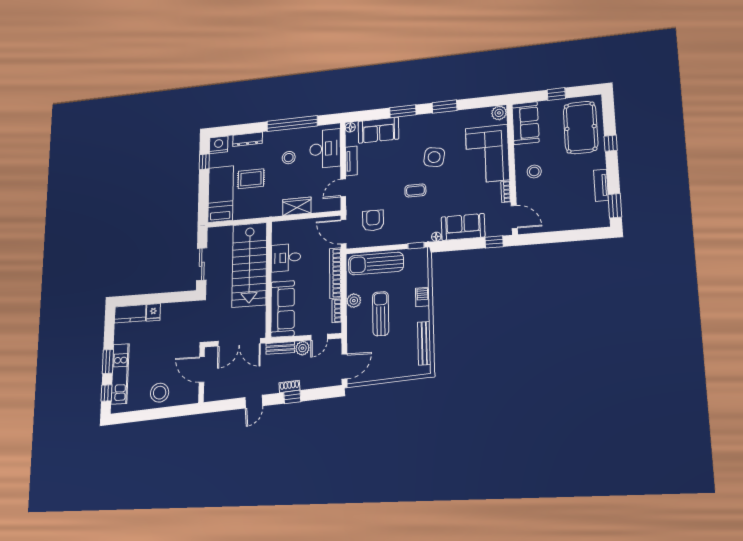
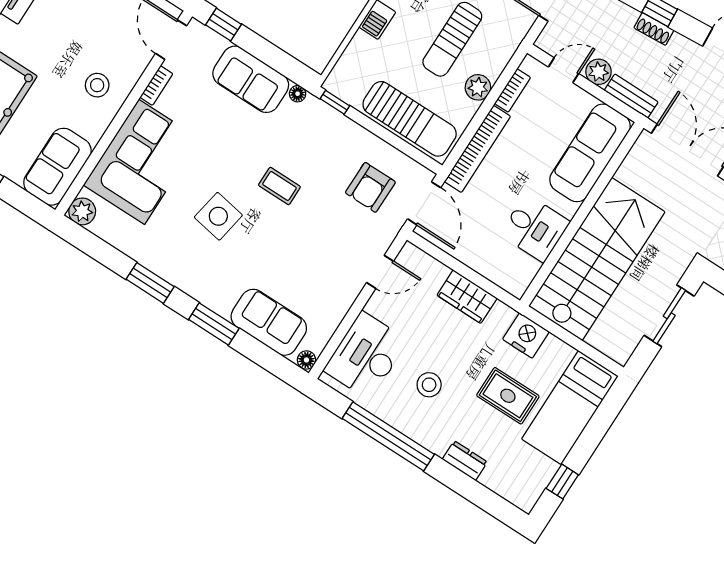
dresser: (248, 139) -> (465, 461), width x0.70
nightstand: (219, 145) -> (526, 335), moved, turned 180
tv unit: (351, 161) -> (340, 305), removed

